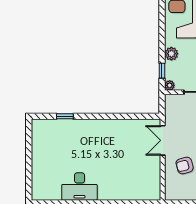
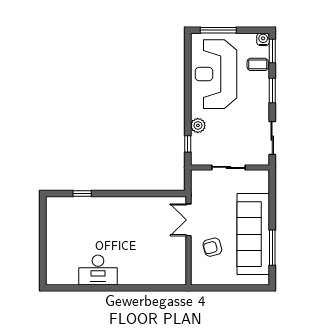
plant: (170, 85) -> (196, 160), removed

